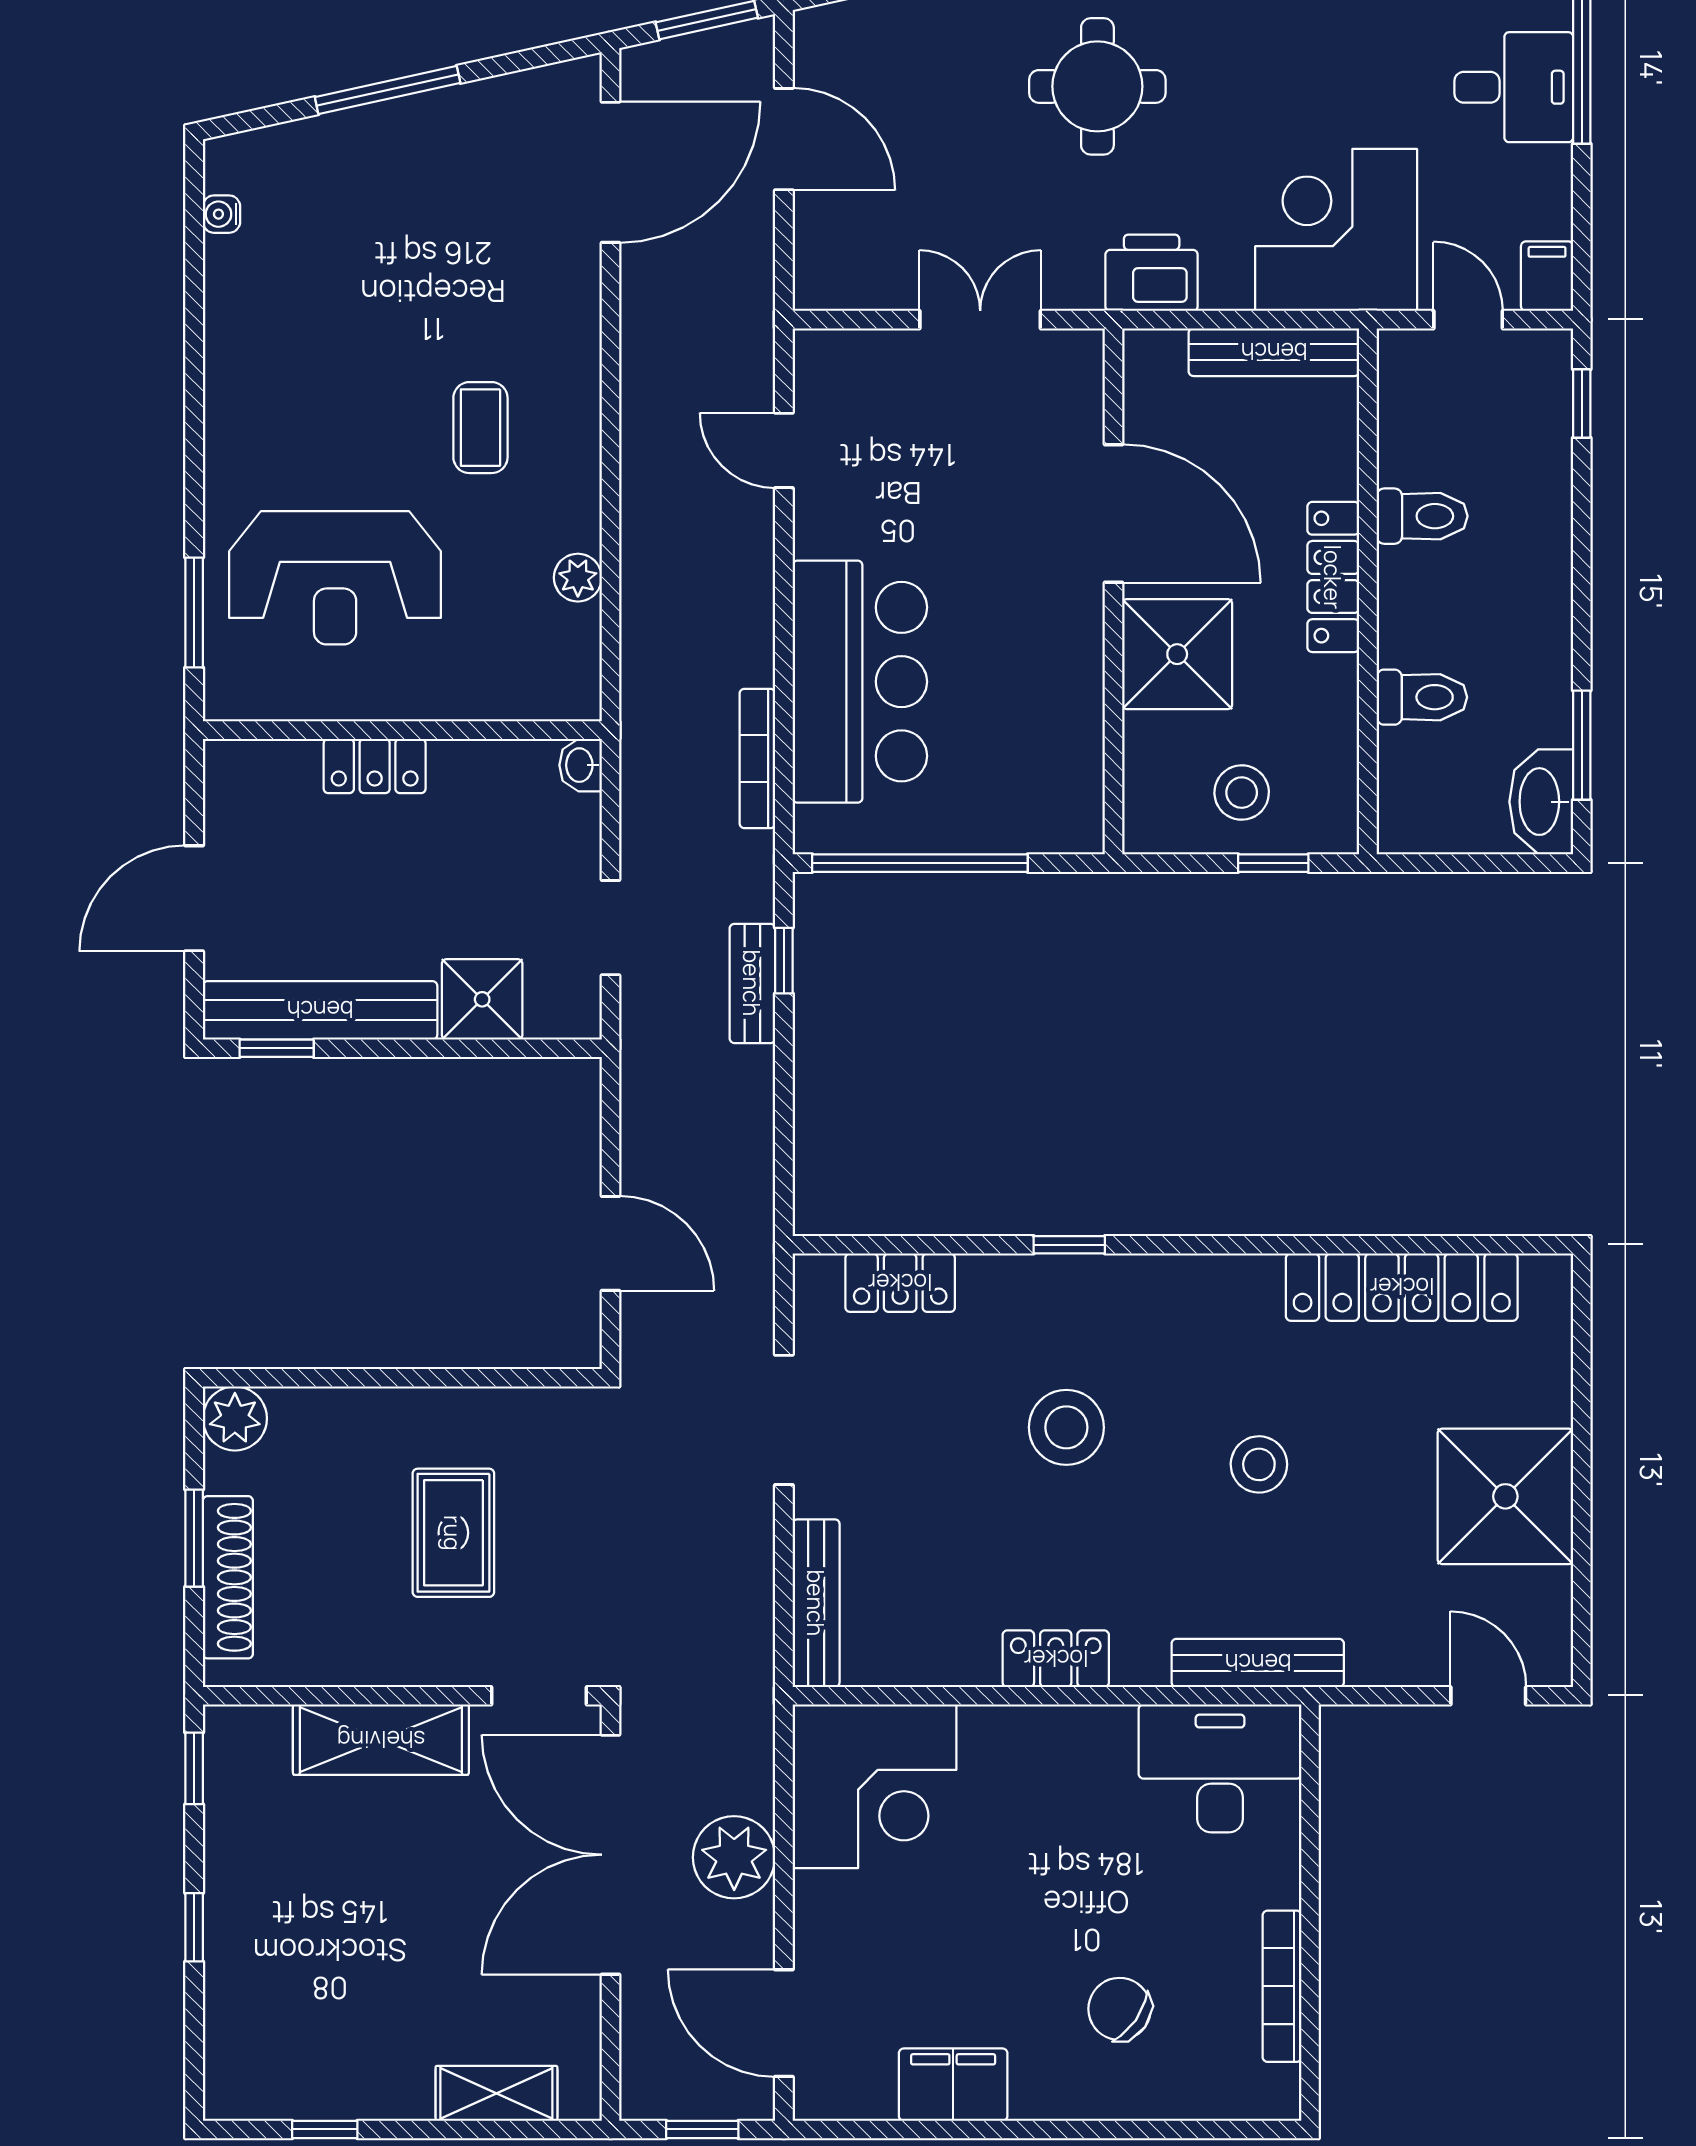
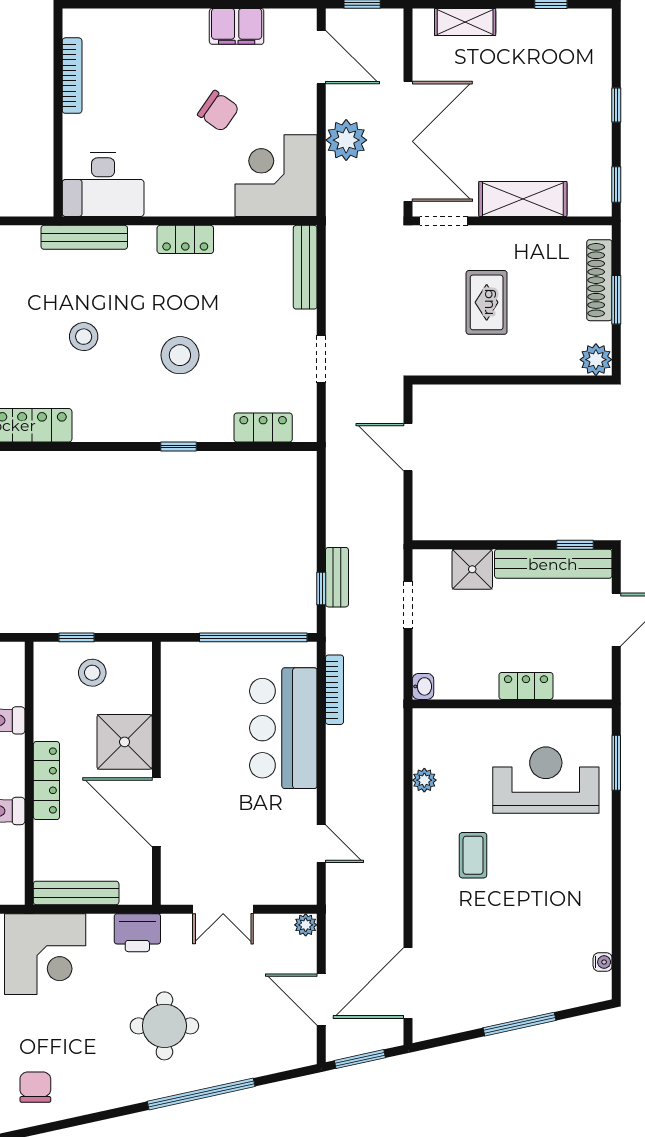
plant: (815, 288) -> (306, 925), added
doorway: (784, 1420) -> (321, 359), width x0.73
chair: (1120, 2009) -> (218, 111), moved

